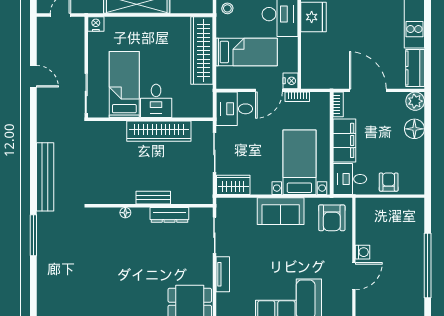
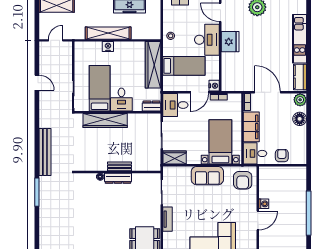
nightstand: (96, 24) -> (108, 47), moved
dresser: (200, 110) -> (152, 106), added
wardrobe: (159, 131) -> (105, 120), moved
dresser: (169, 215) -> (118, 178), moved

